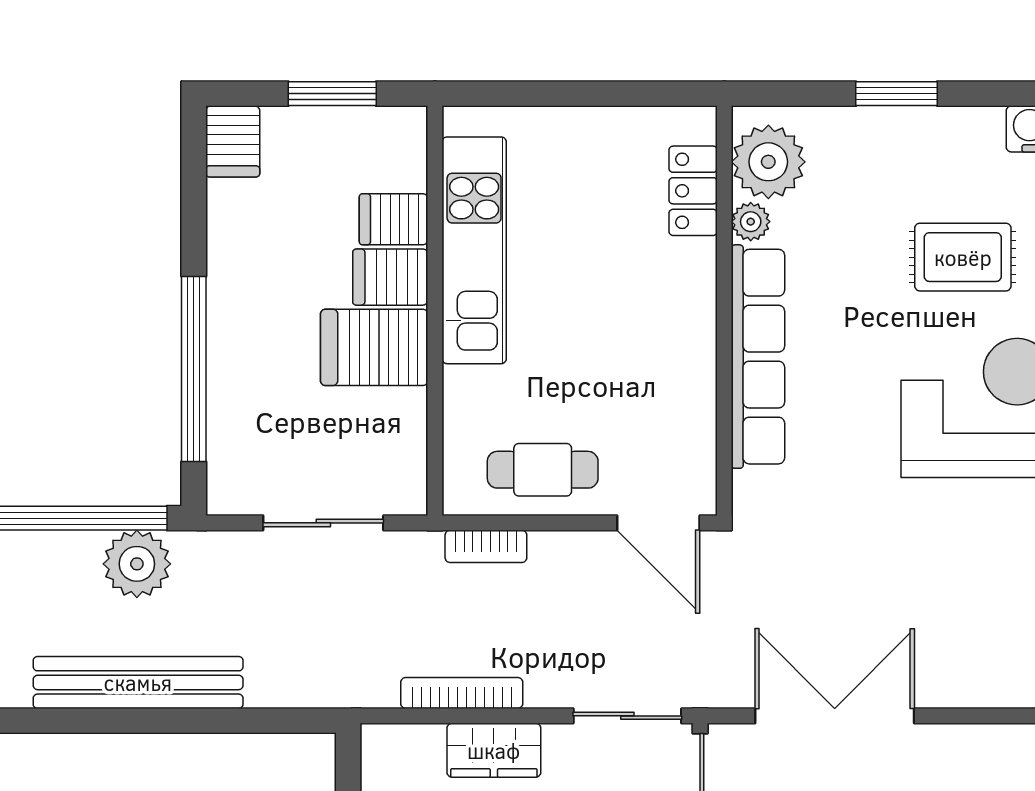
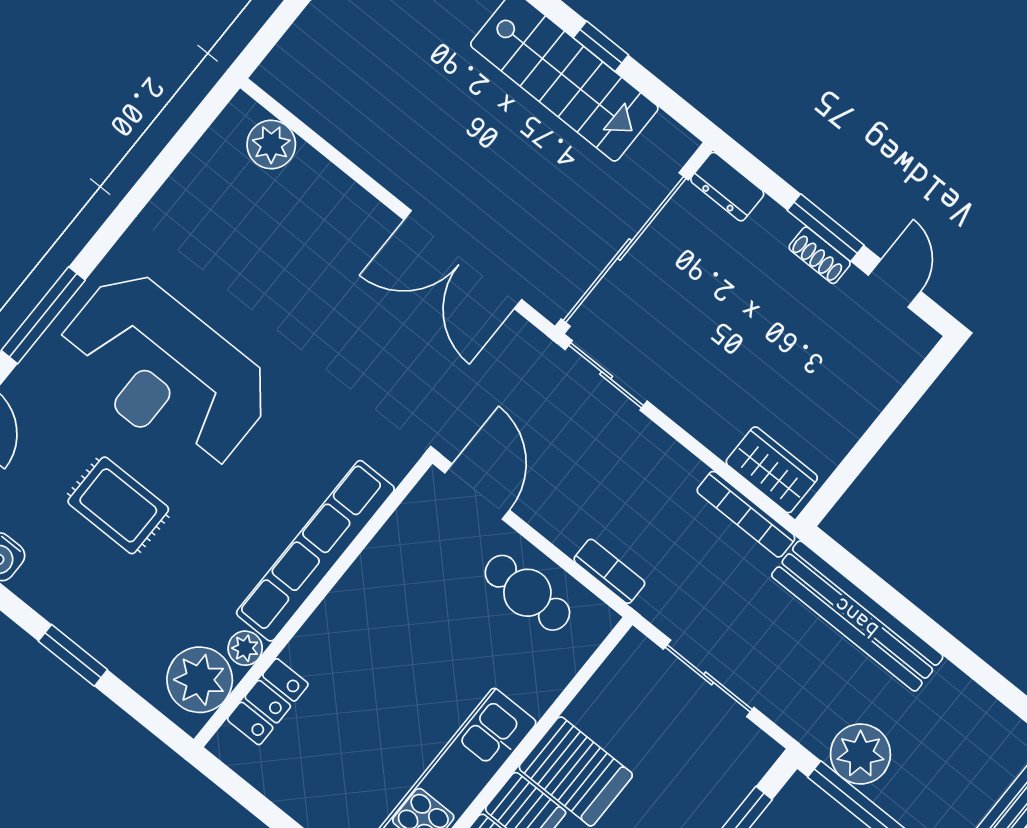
bench: (138, 682) -> (857, 616), moved
bookcase: (462, 693) -> (746, 514), moved
wardrobe: (494, 750) -> (772, 470), moved

